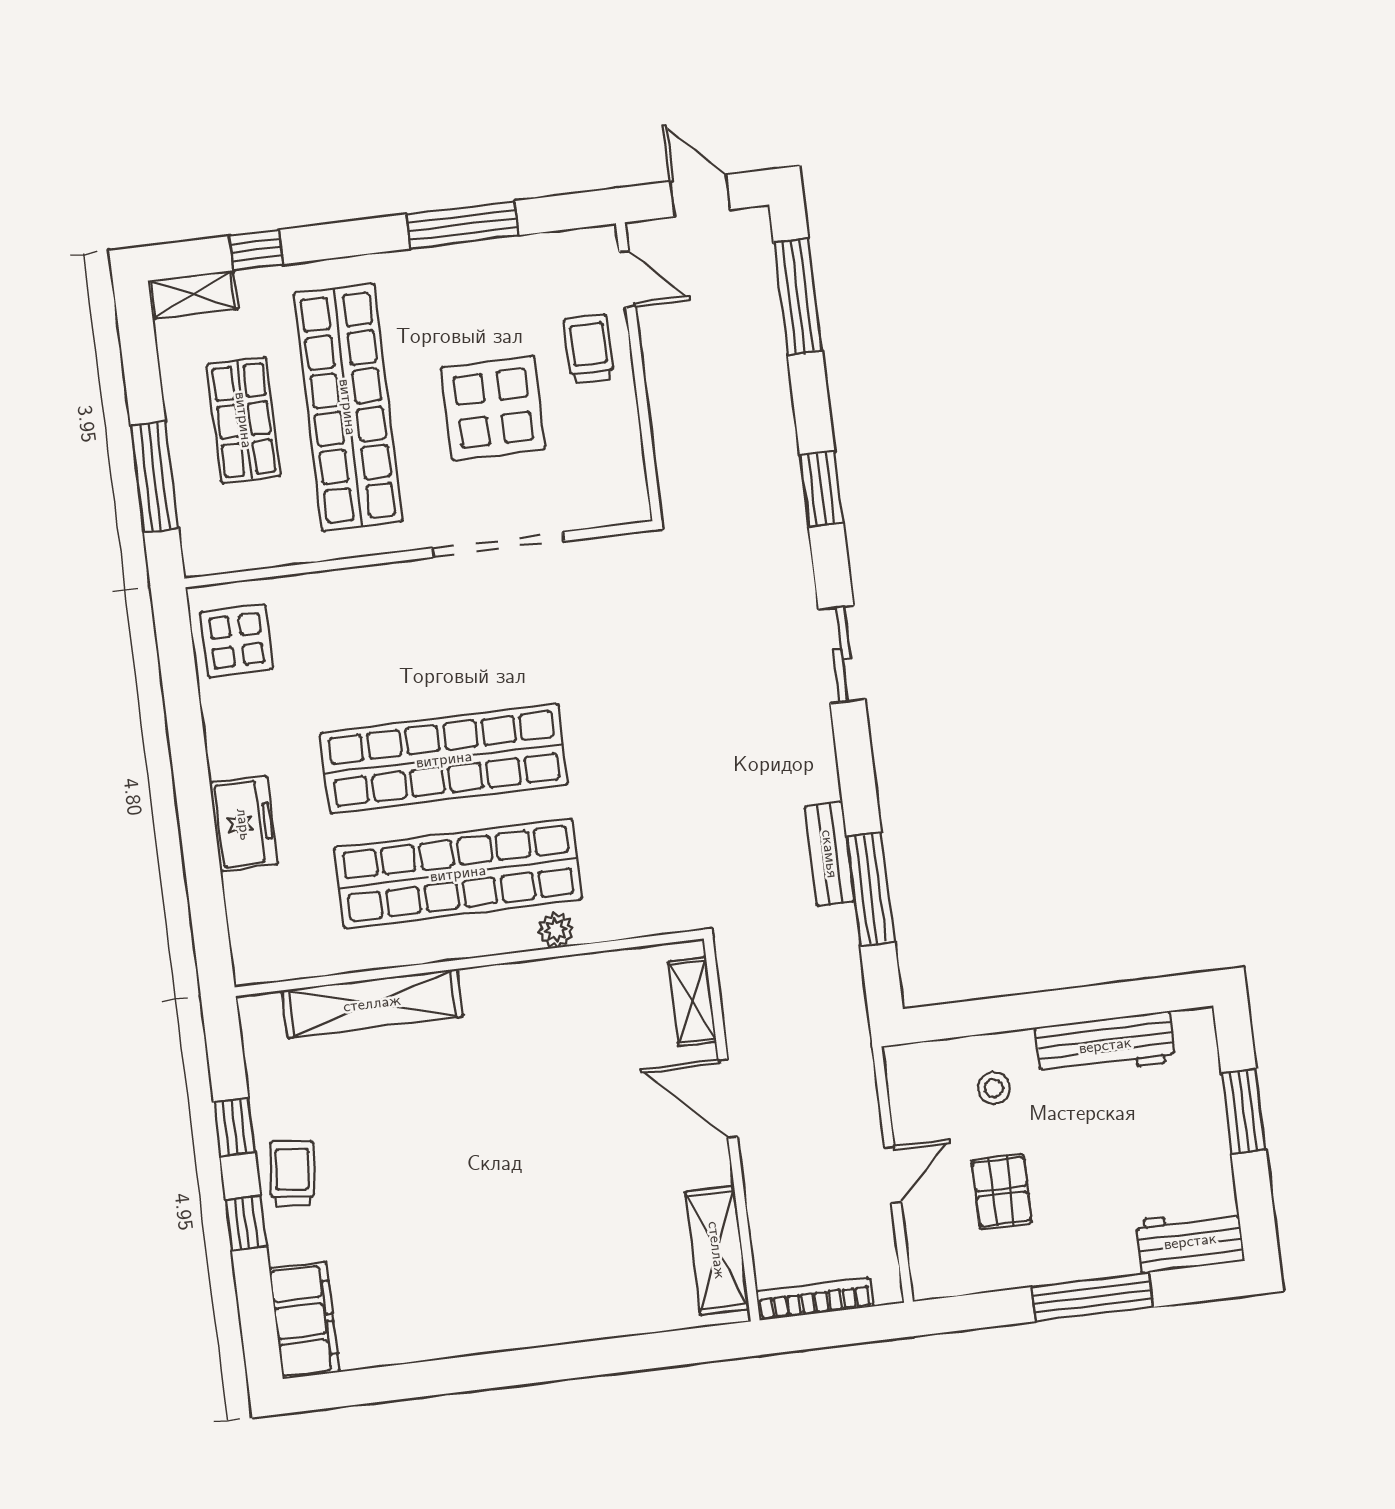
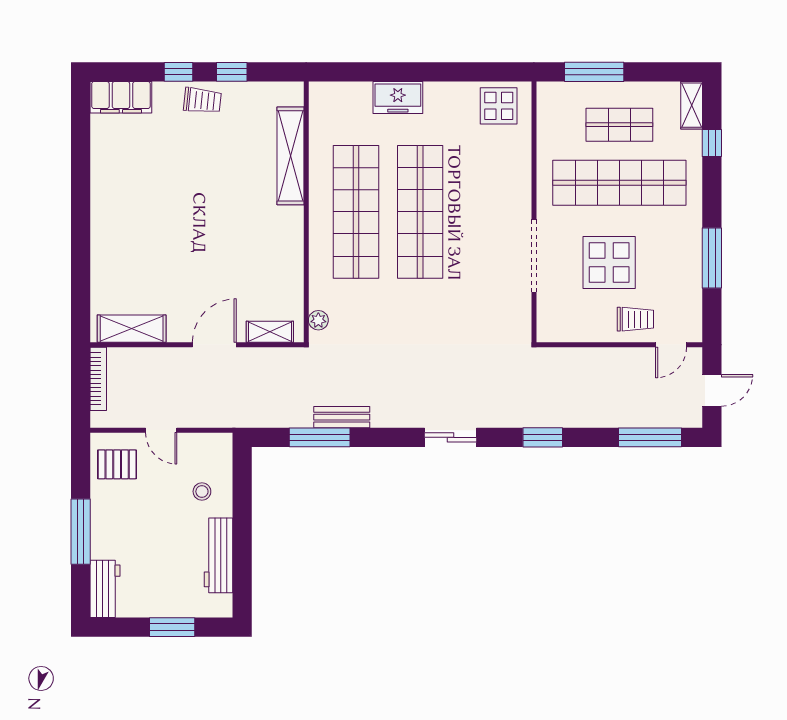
plant: (556, 930) -> (318, 320), moved
pallet: (1002, 1191) -> (117, 464), moved

